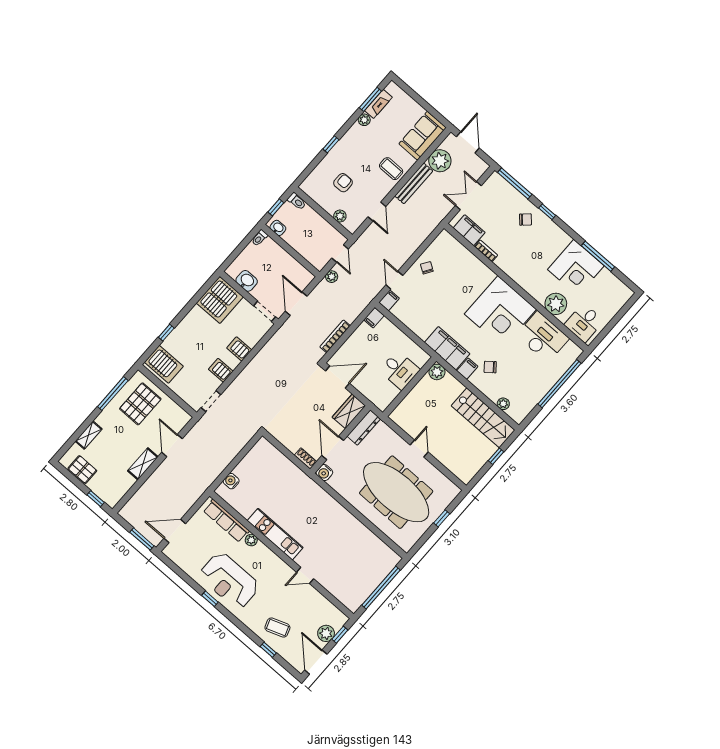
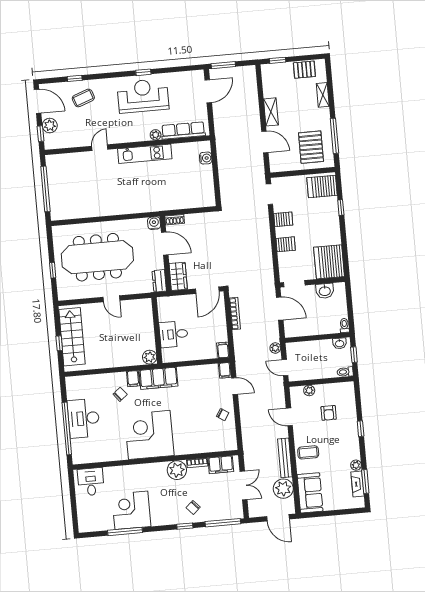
plant: (556, 304) -> (177, 470), moved
desk: (543, 337) -> (84, 418), moved, turned 90
plant: (503, 404) -> (88, 380), removed
stairs: (483, 418) -> (72, 337), moved, turned 90
dresser: (364, 427) -> (159, 281), width x0.70

